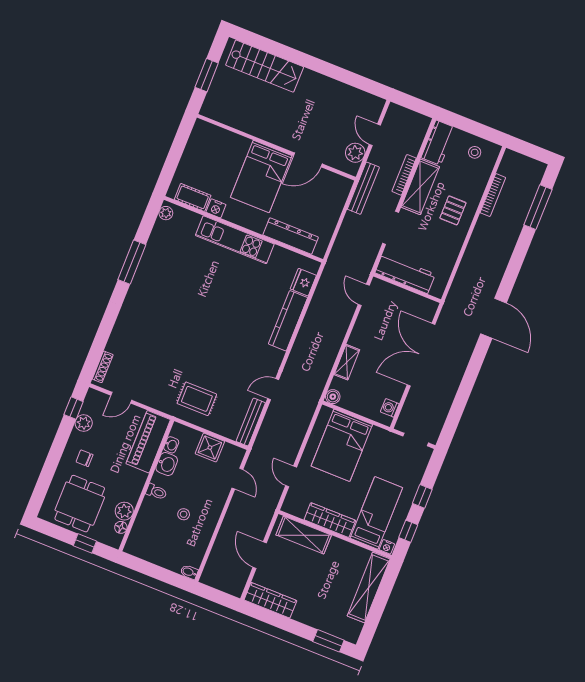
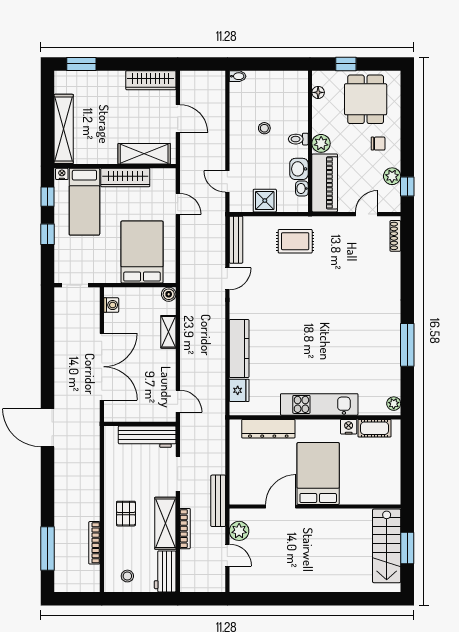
stairs: (265, 66) -> (387, 546), moved, turned -90
plant: (124, 511) -> (321, 143), moved

